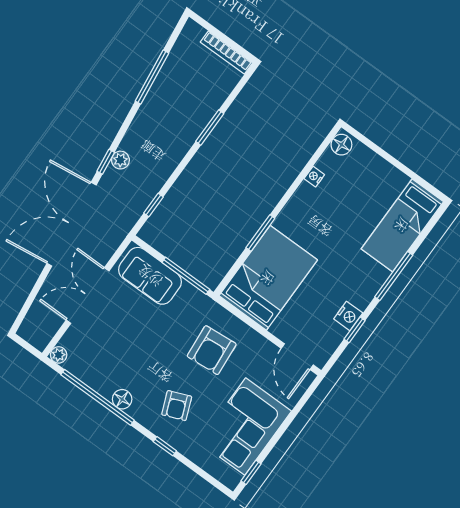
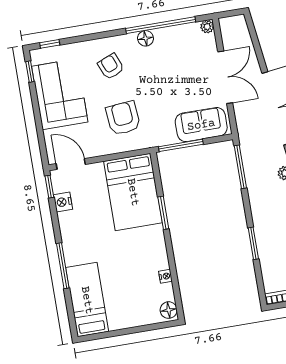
window: (153, 205) -> (240, 167), width x2.17
nightstand: (348, 316) -> (63, 202), moved
window: (355, 330) -> (49, 187), moved
window: (165, 446) -> (50, 44), moved

